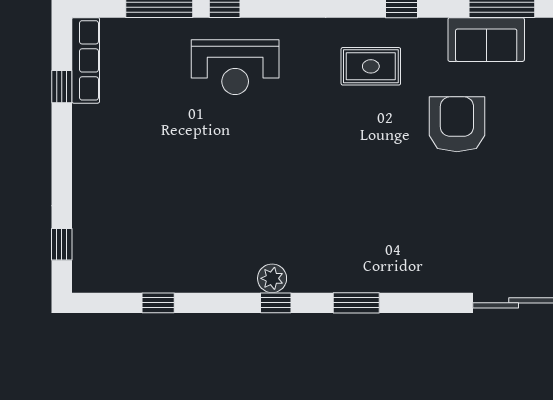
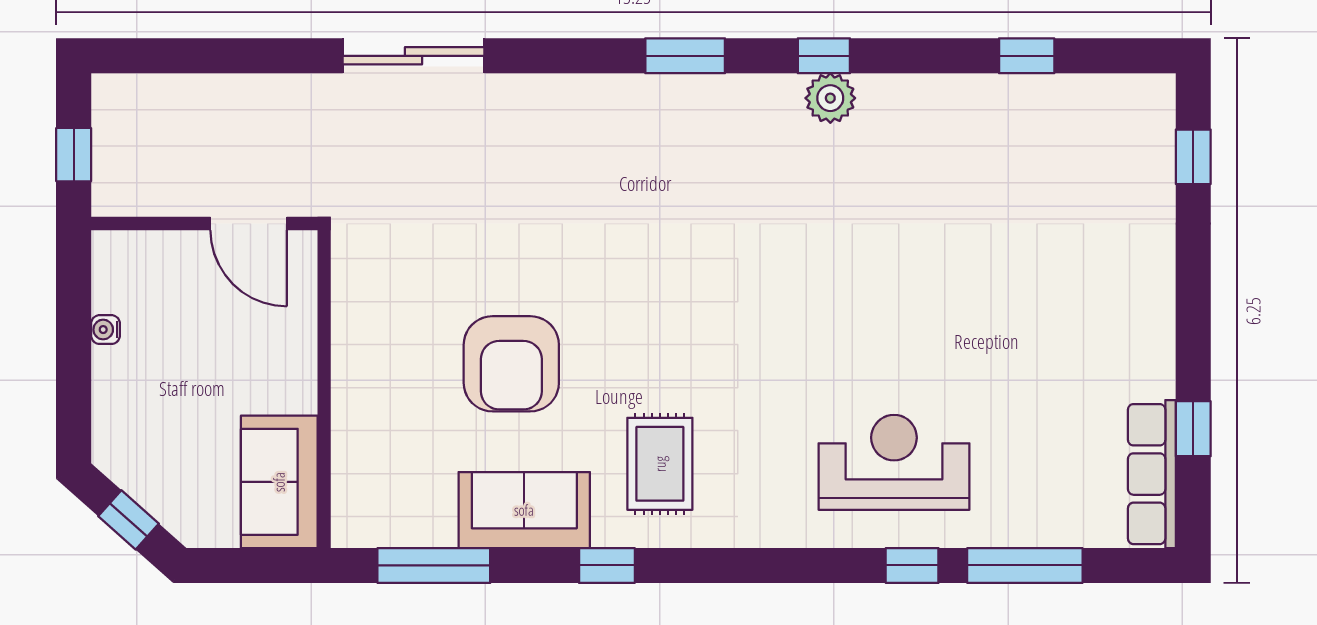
sofa: (486, 40) -> (524, 510), moved
rug: (371, 66) -> (660, 464), turned 90

